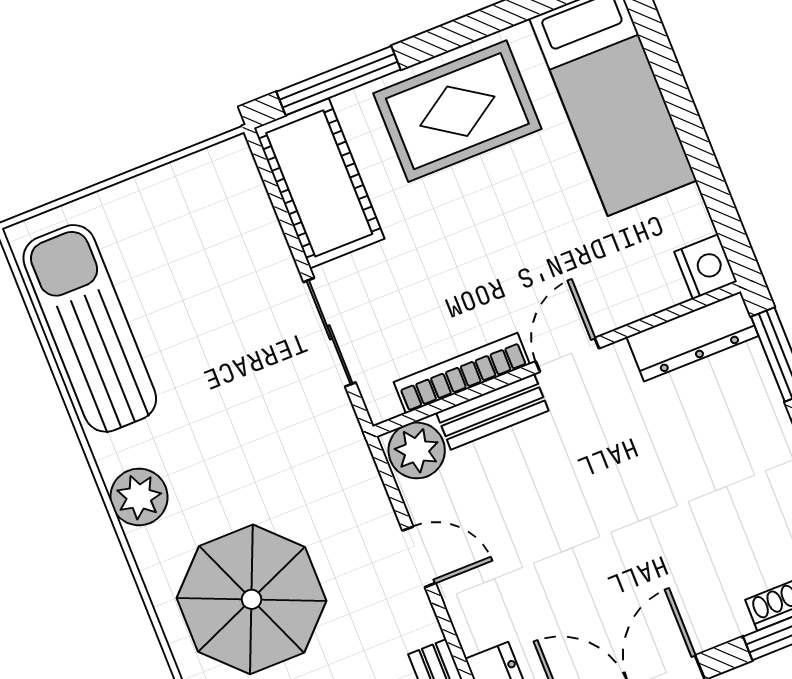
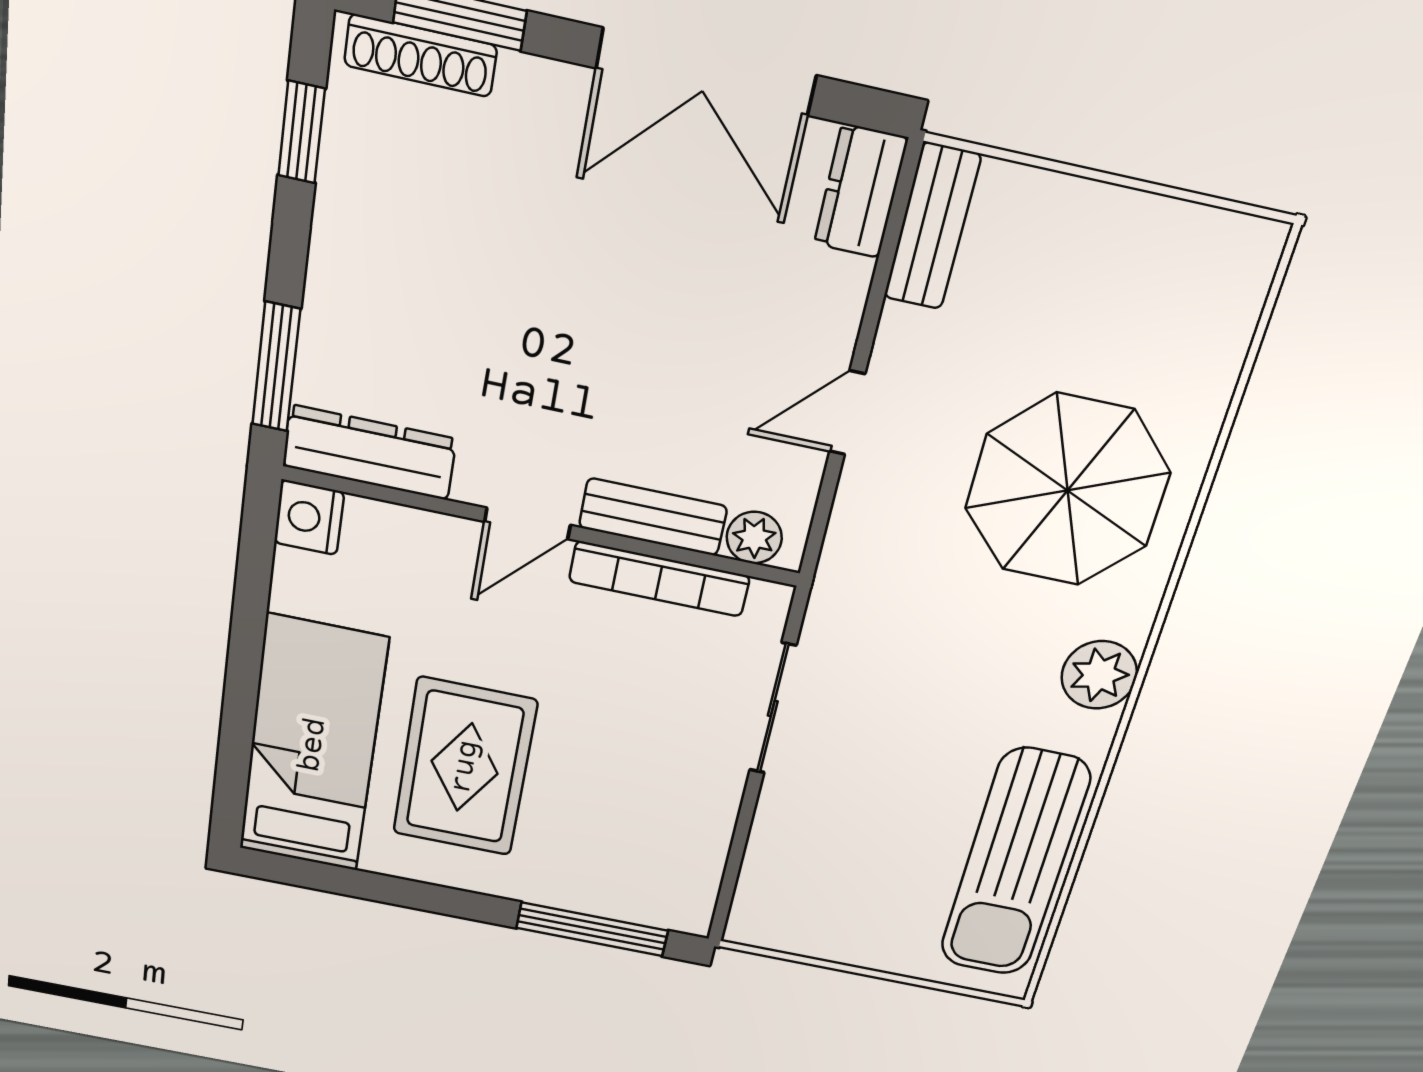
rug: (457, 111) -> (465, 767), moved, turned 90
cot: (319, 183) -> (679, 852), removed
plant: (417, 450) -> (754, 538), width x0.73, depth x0.73
door: (419, 557) -> (847, 413), hinge flipped

